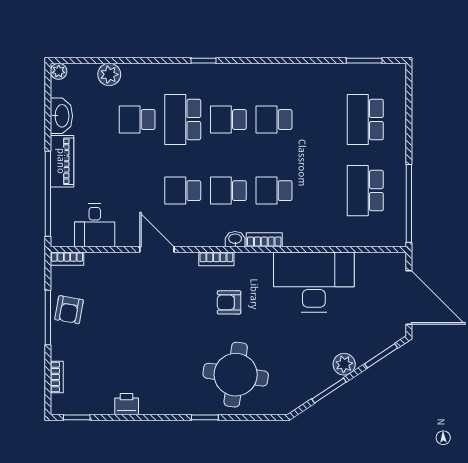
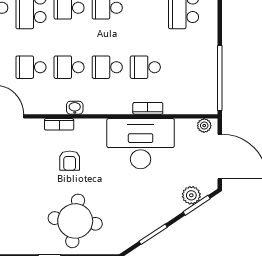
school desk: (365, 191) -> (145, 67), moved, width x0.54
bookcase: (264, 240) -> (148, 108), moved
plant: (390, 260) -> (204, 126), added
armchair: (229, 302) -> (70, 161), turned -90
plant: (344, 364) -> (191, 195), moved

